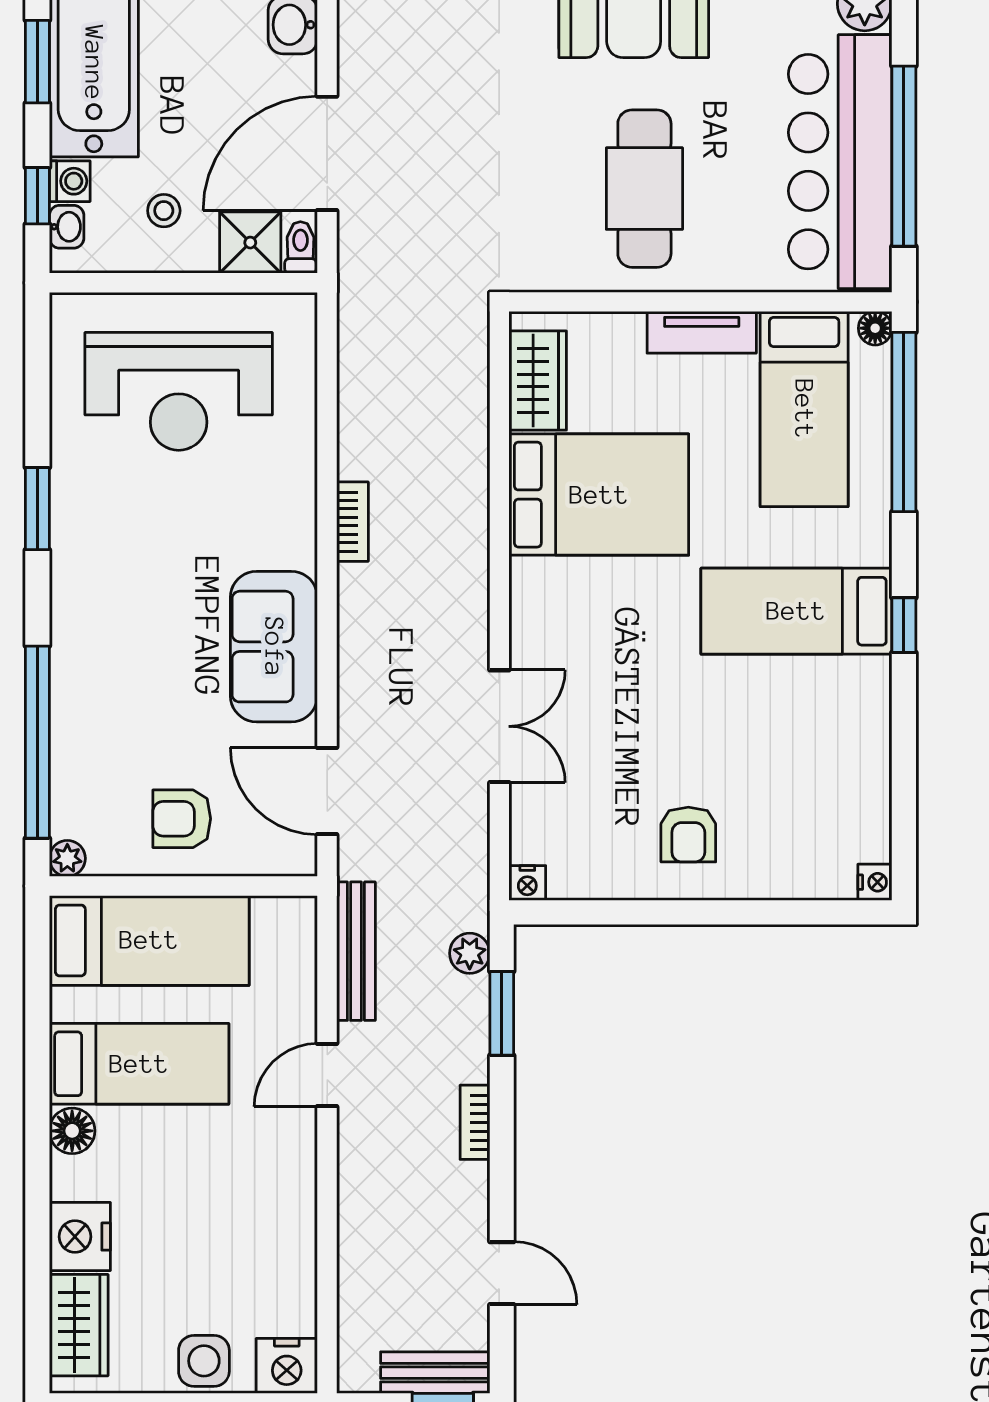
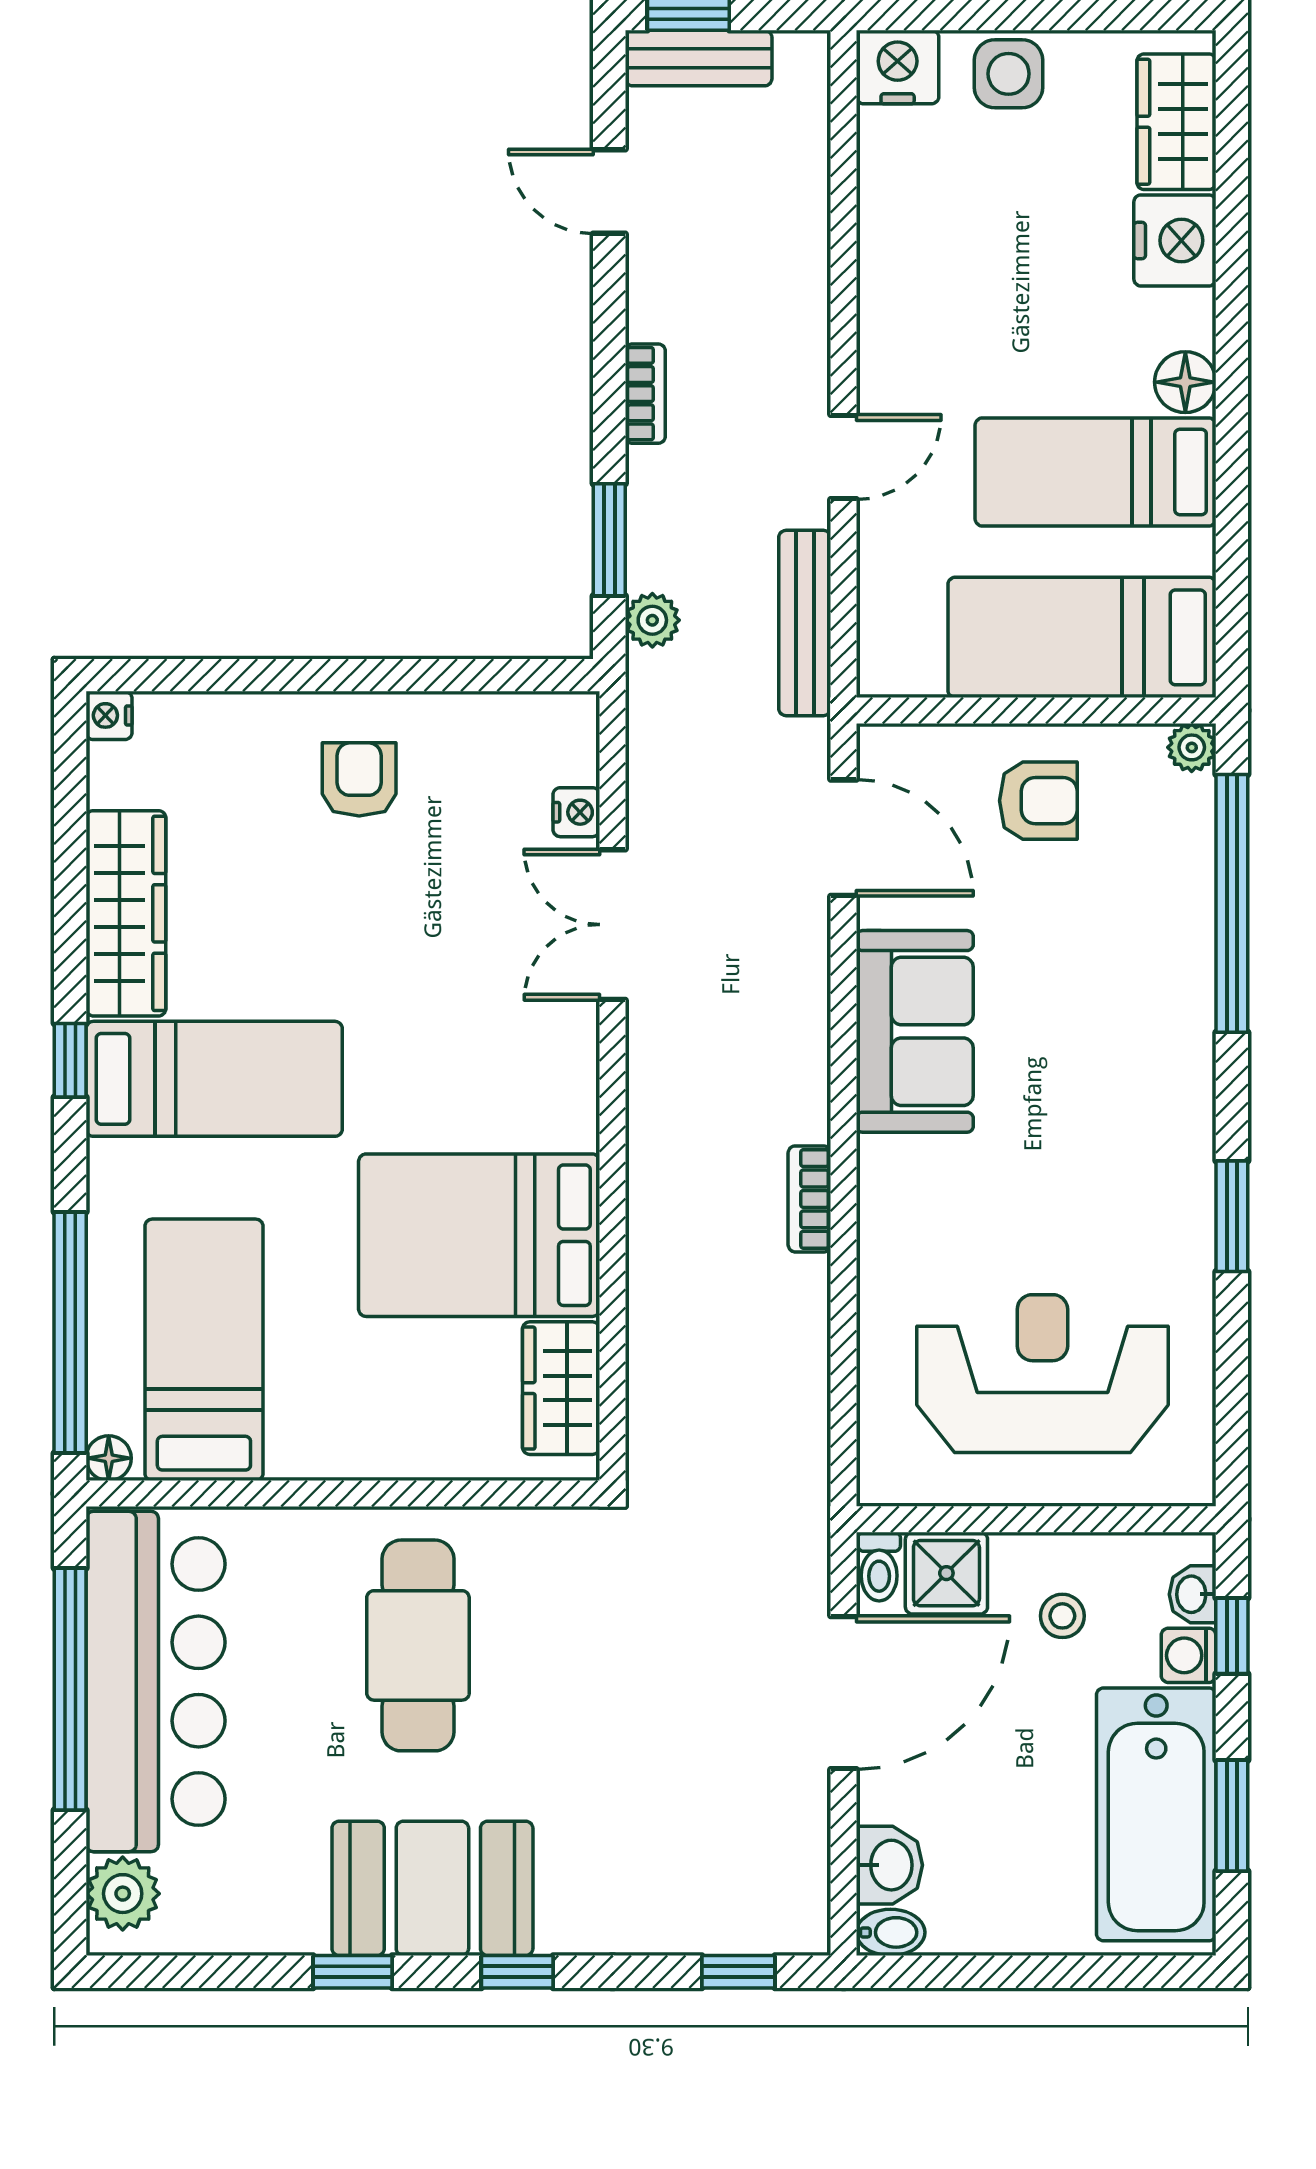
tv unit: (702, 332) -> (341, 1453), removed
wardrobe: (862, 735) -> (126, 913), added
nightstand: (527, 883) -> (576, 812), moved, turned 90

